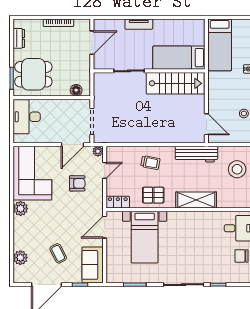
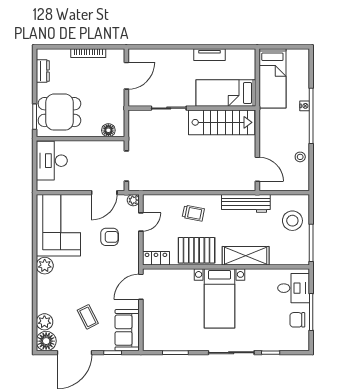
tv unit: (139, 24) -> (209, 55), moved
pallet: (153, 195) -> (197, 250), width x1.50, depth x1.42
bed with nightstands: (145, 237) -> (220, 298), moved
floor lamp: (22, 274) -> (46, 341), added

